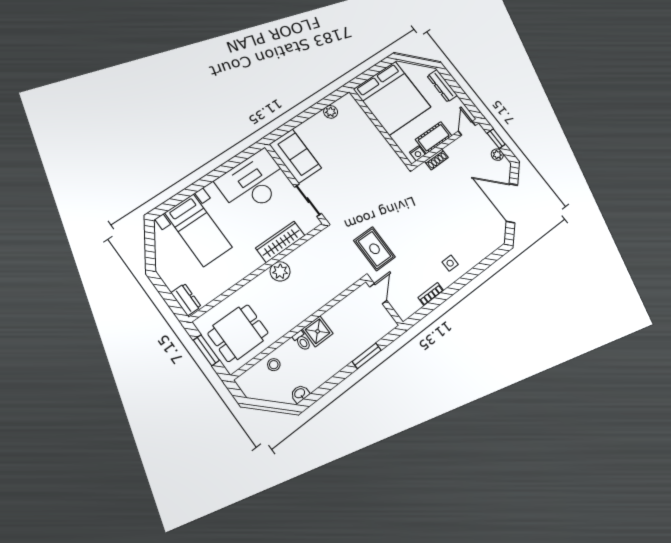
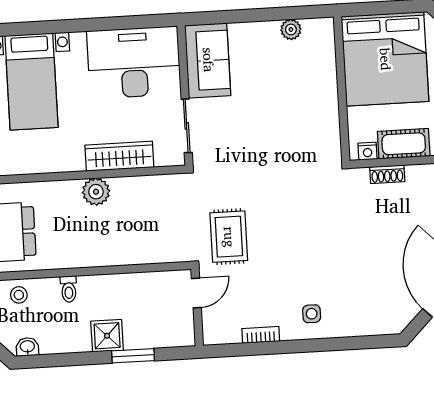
shower: (318, 331) -> (107, 336), moved

